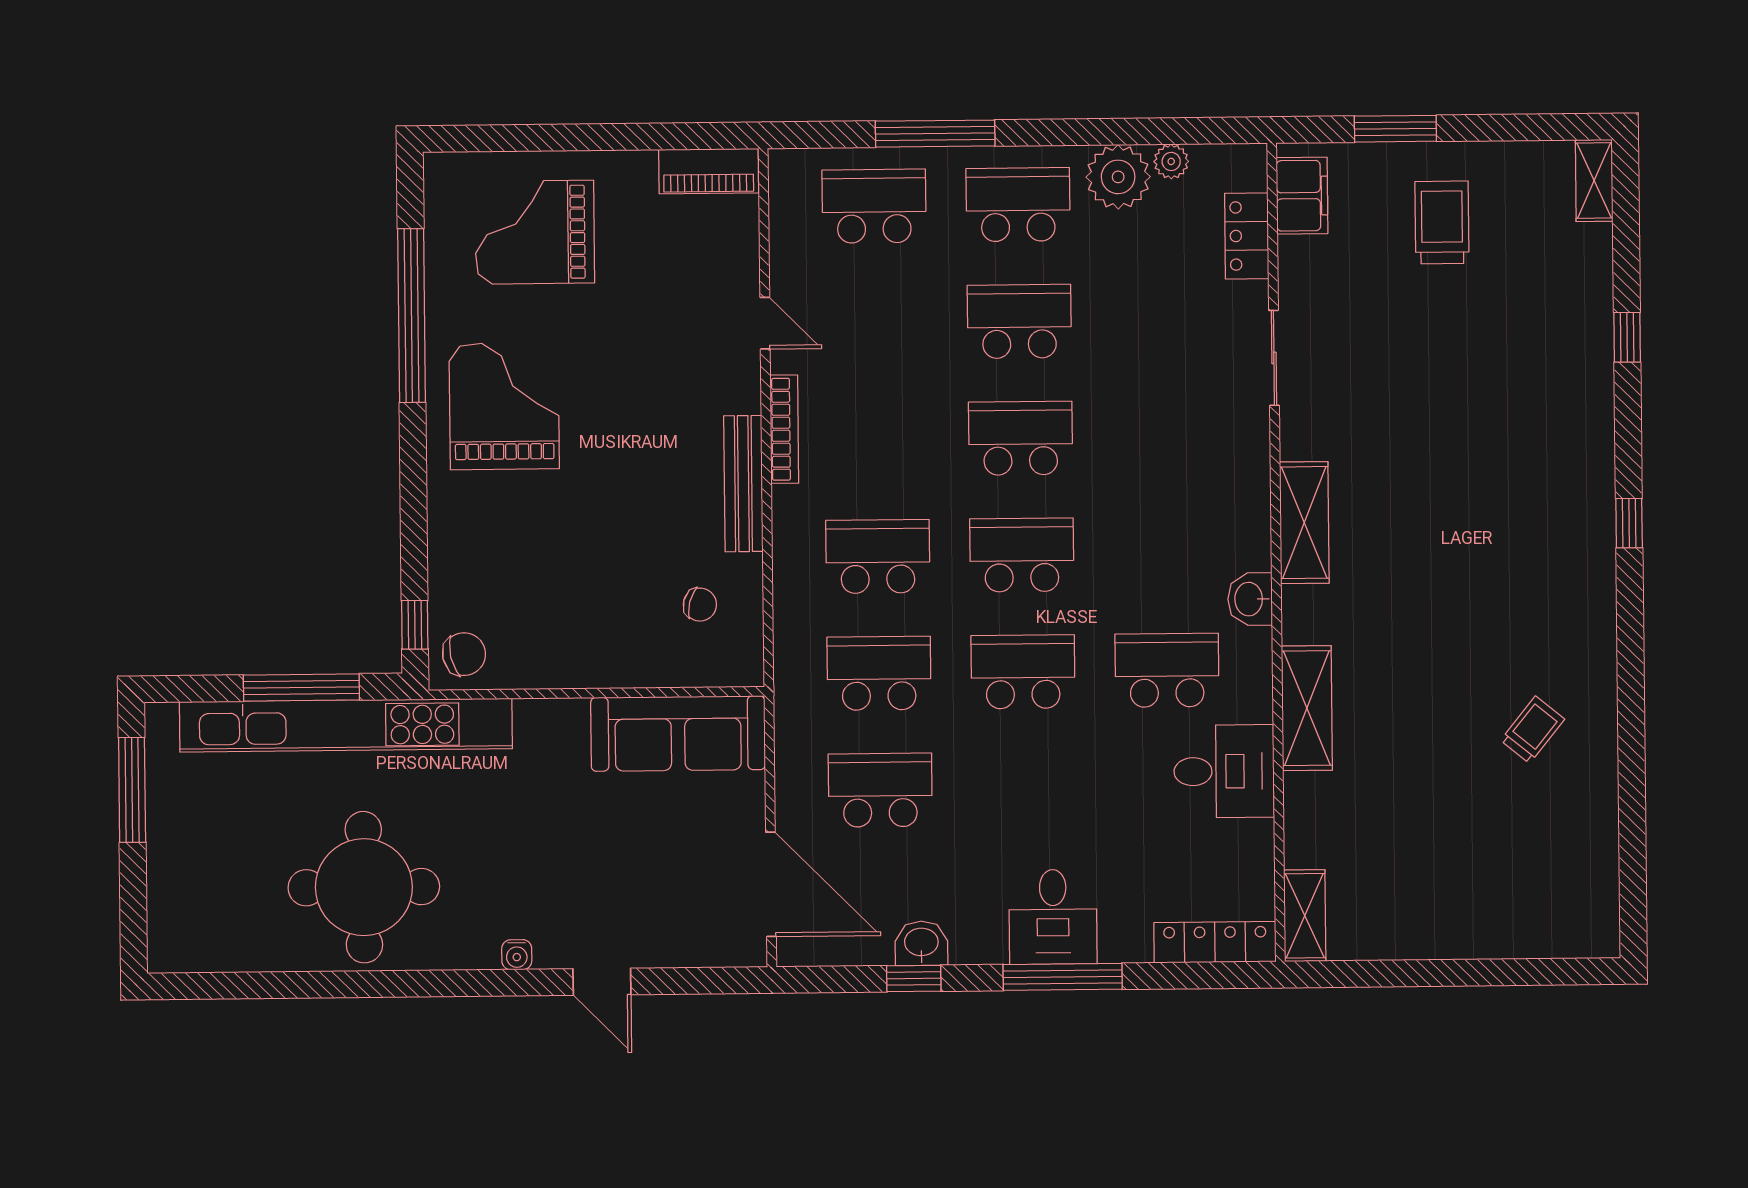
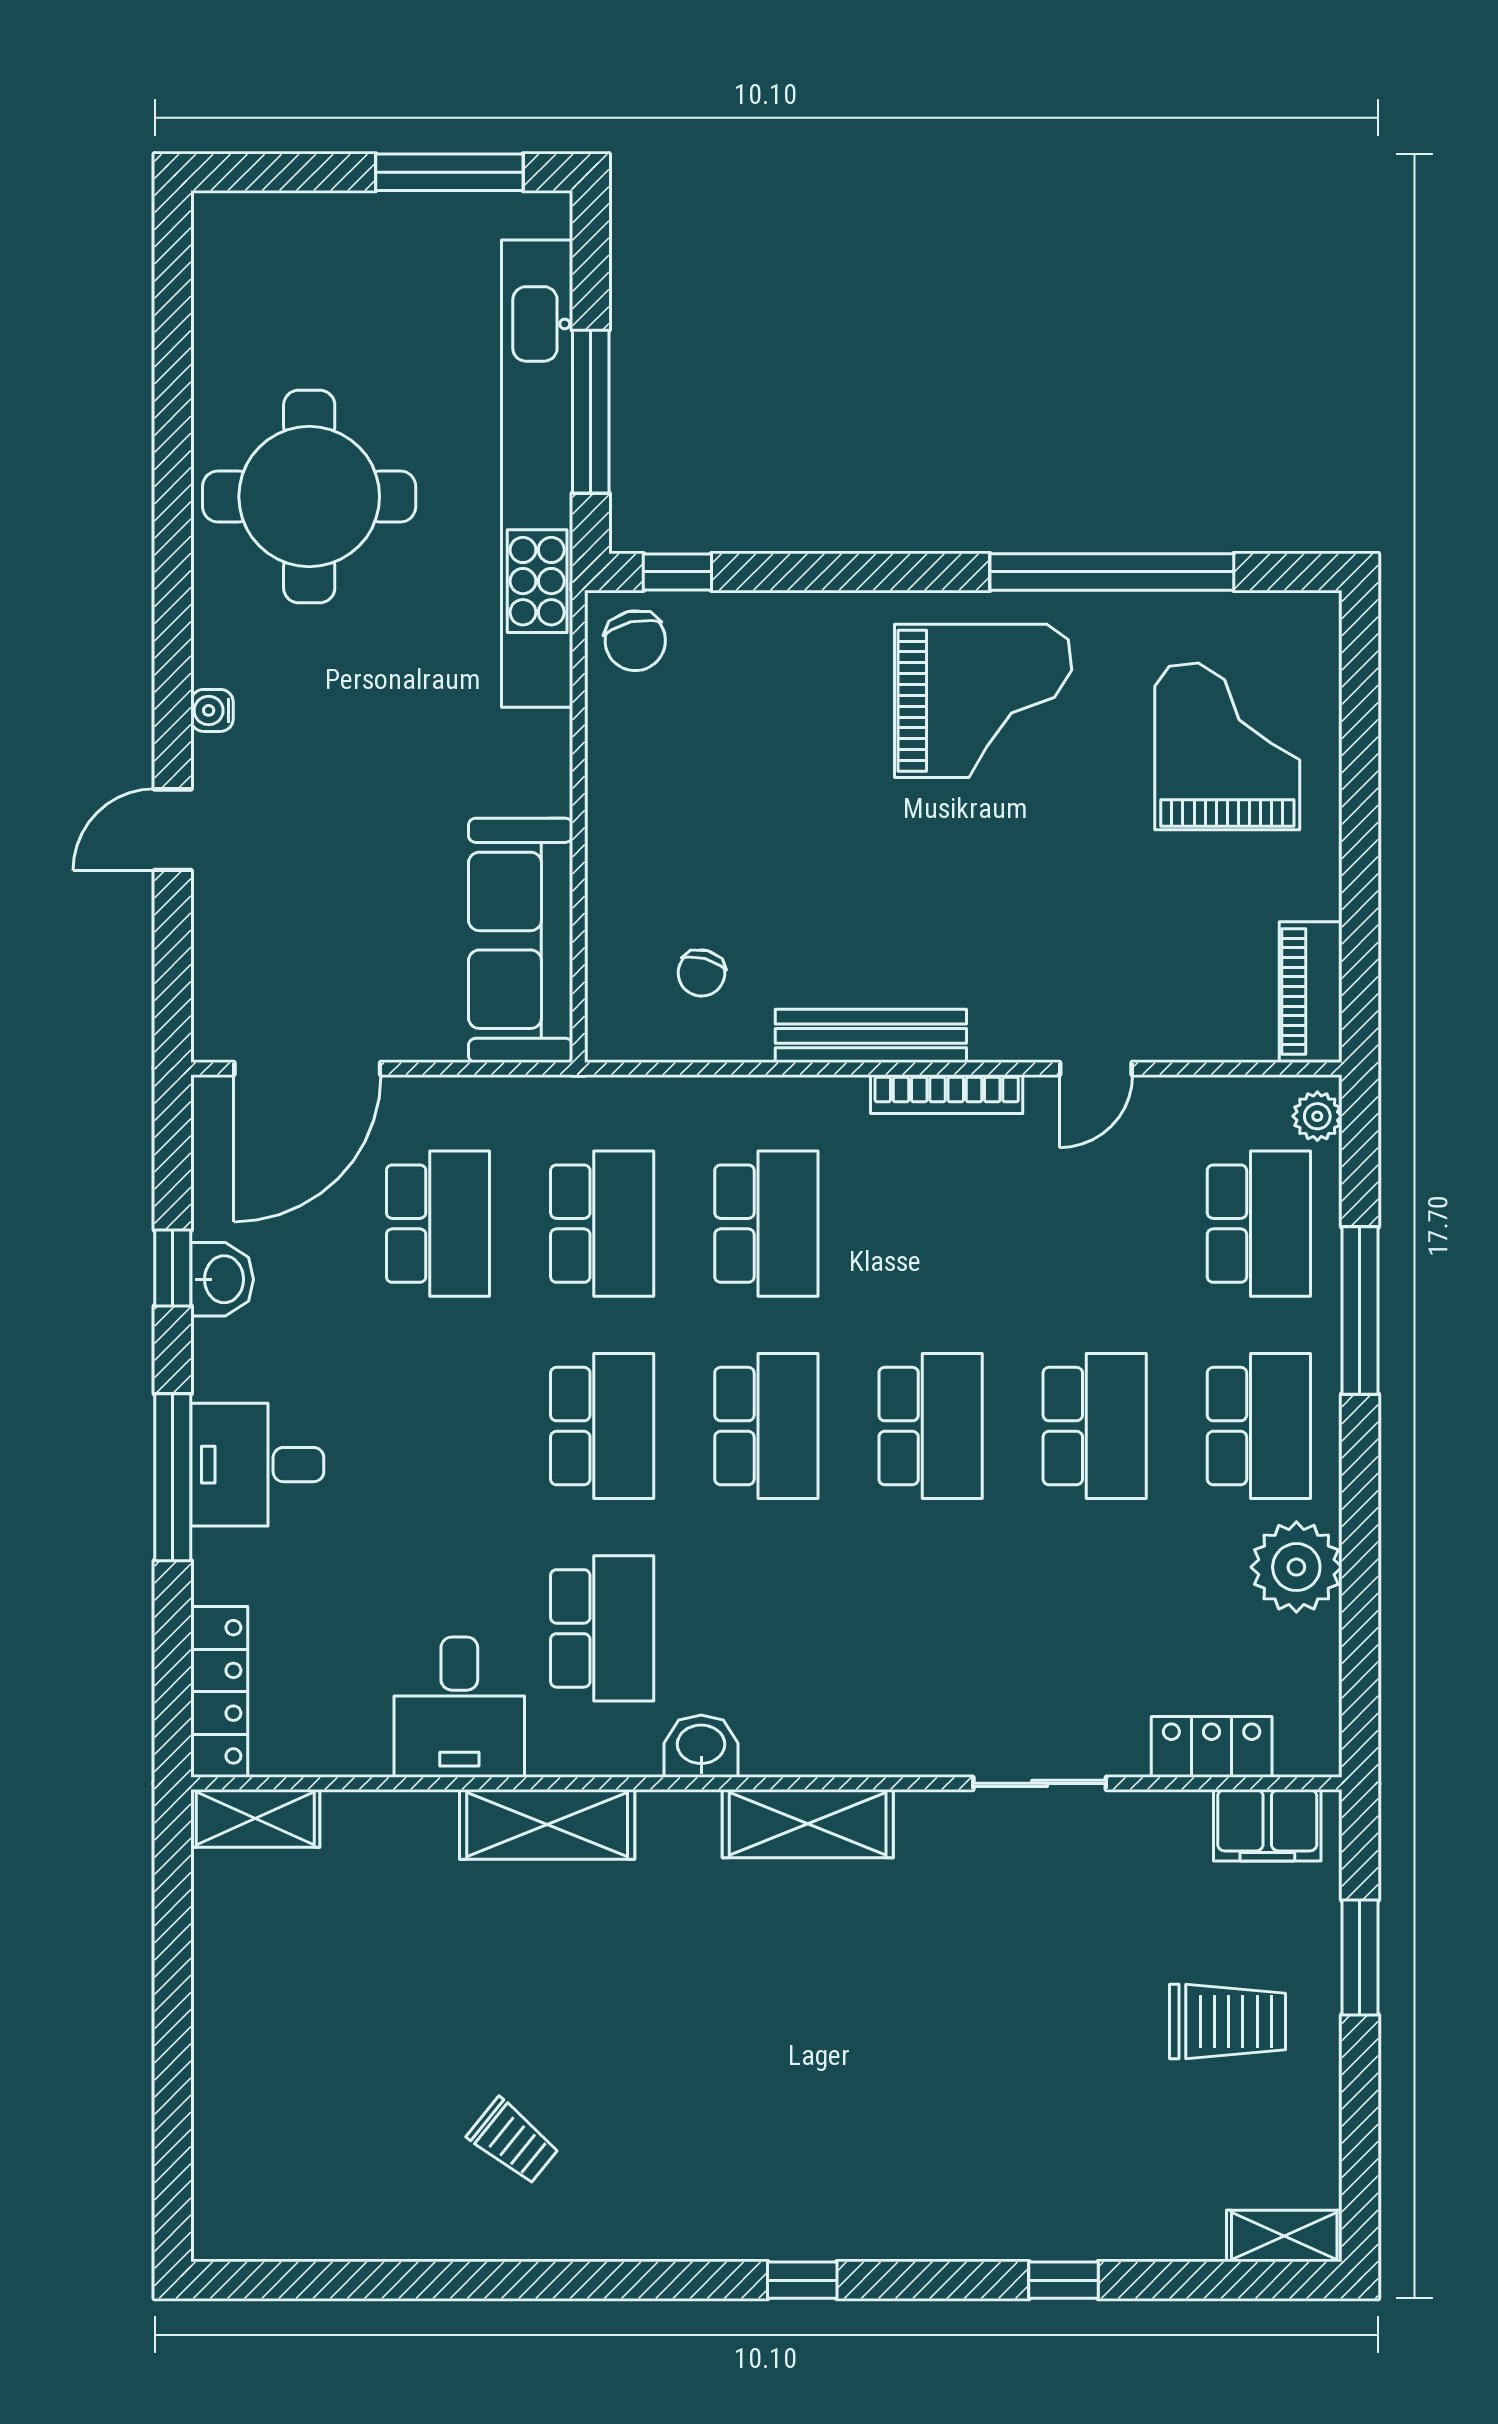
plant: (1171, 161) -> (1317, 1116), moved

